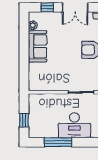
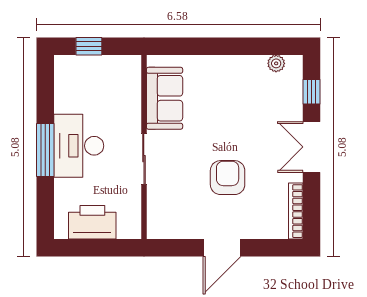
sofa: (37, 46) -> (165, 98), moved, turned -90
window: (58, 142) -> (45, 150), moved

